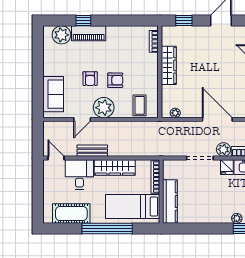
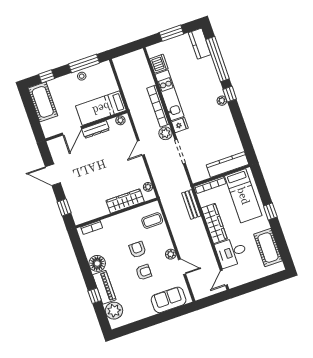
floor lamp: (115, 34) -> (97, 263), added
wardrobe: (169, 65) -> (125, 201), moved
plant: (104, 108) -> (171, 254), width x0.53, depth x0.53
door: (217, 119) -> (141, 148), width x0.53
bench: (92, 151) -> (191, 204), moved
window: (107, 229) -> (270, 212), width x0.32

